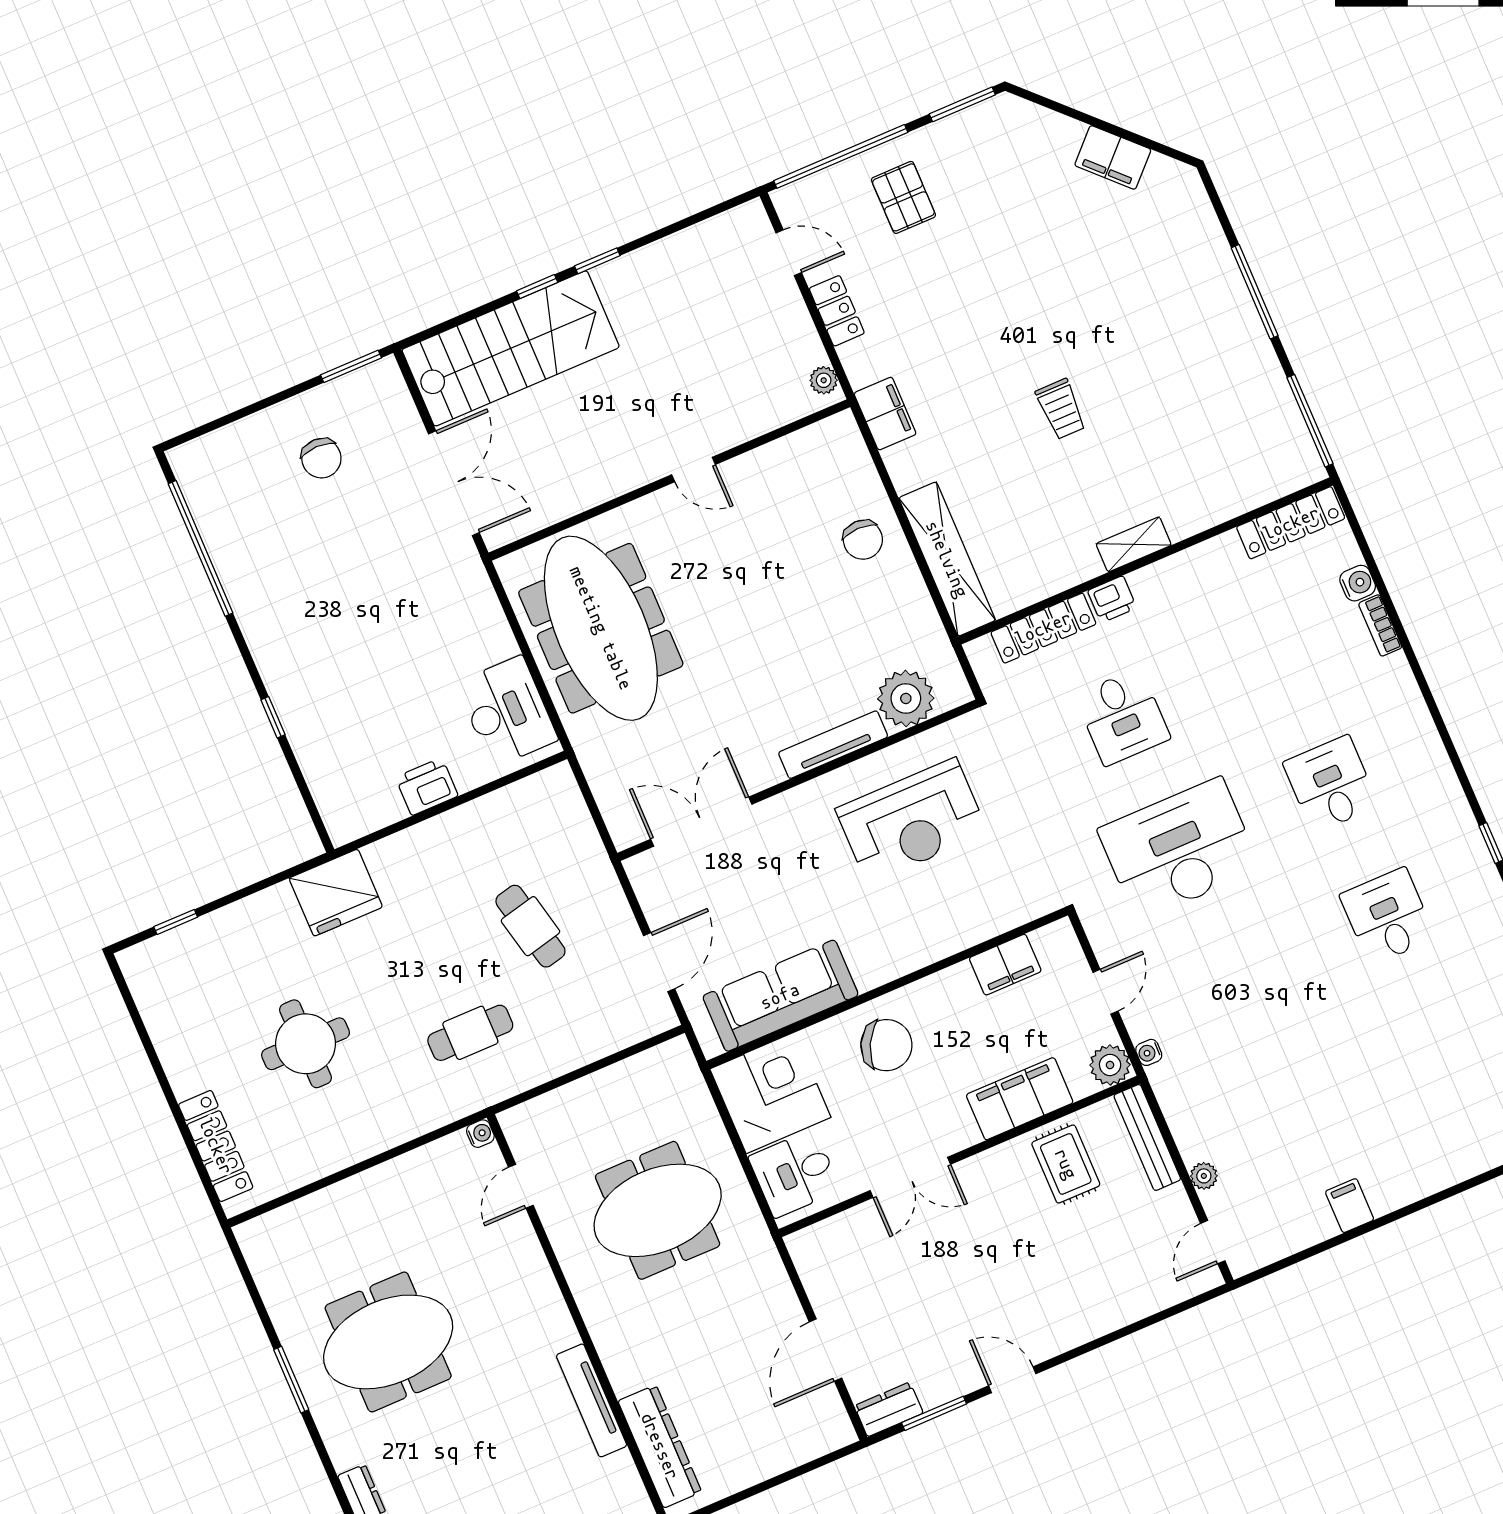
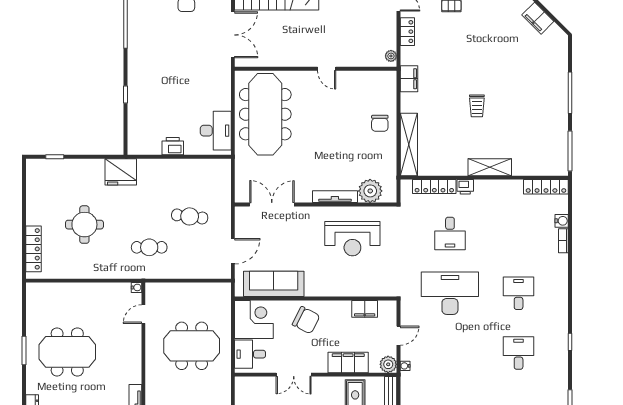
shelving: (1134, 544) -> (490, 167), width x1.50, depth x1.33
cafe table: (530, 926) -> (190, 216), turned -70

